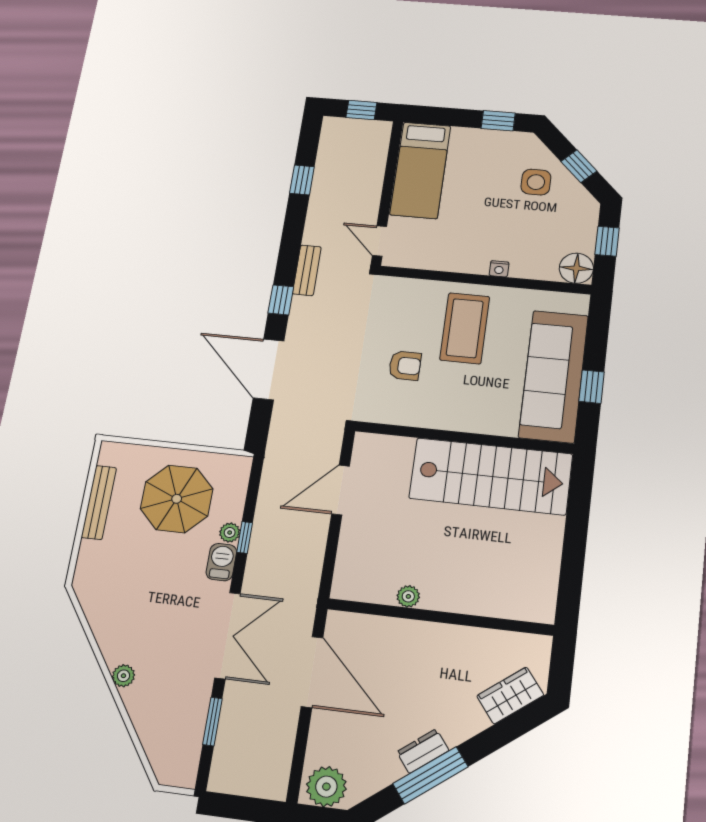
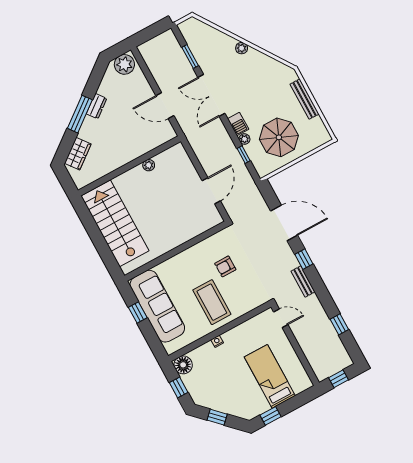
bed: (420, 170) -> (270, 376), moved
side table: (536, 182) -> (231, 396), removed
stairs: (491, 476) -> (115, 223), moved, turned 90
bench: (99, 502) -> (304, 99), moved
window: (245, 537) -> (244, 155), moved
door: (312, 672) -> (165, 106), width x0.73
window: (431, 775) -> (80, 114), moved

